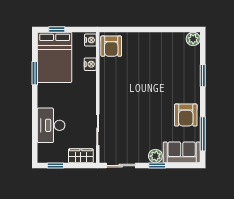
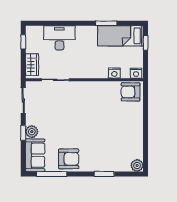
bed: (55, 57) -> (121, 36), width x0.67
armchair: (186, 115) -> (69, 159), turned 180

